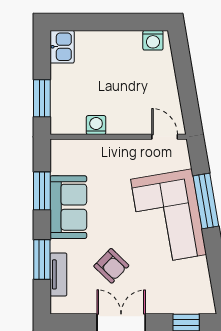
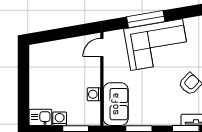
washing machine: (153, 40) -> (60, 119), moved, turned -90
sofa: (68, 207) -> (116, 104), moved, turned 90

